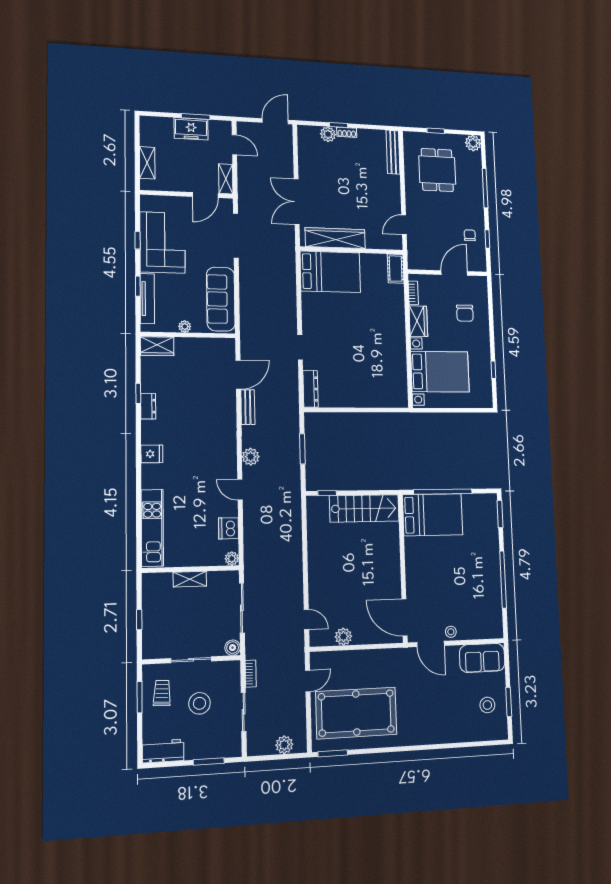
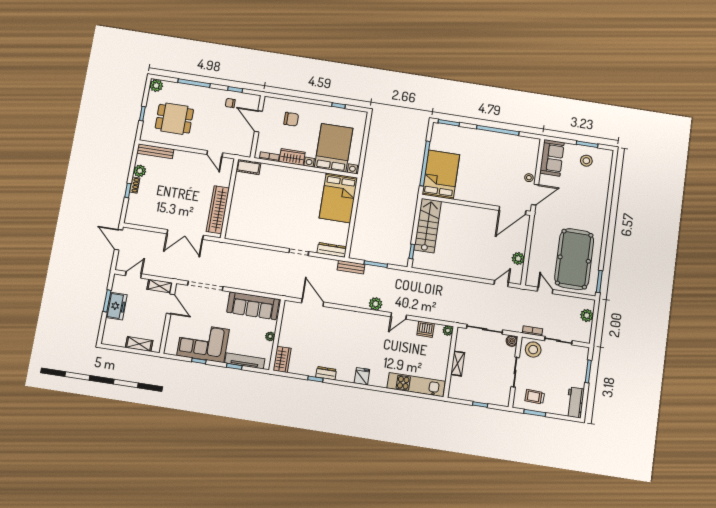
plant: (328, 134) -> (140, 171), moved
bed: (330, 272) -> (338, 198), moved, turned 180
bench: (248, 407) -> (351, 267), moved
stool: (199, 703) -> (533, 350), moved

